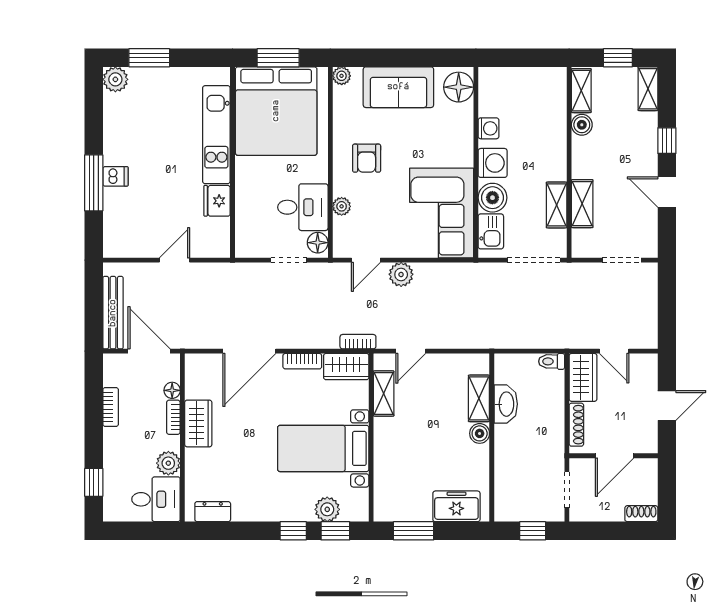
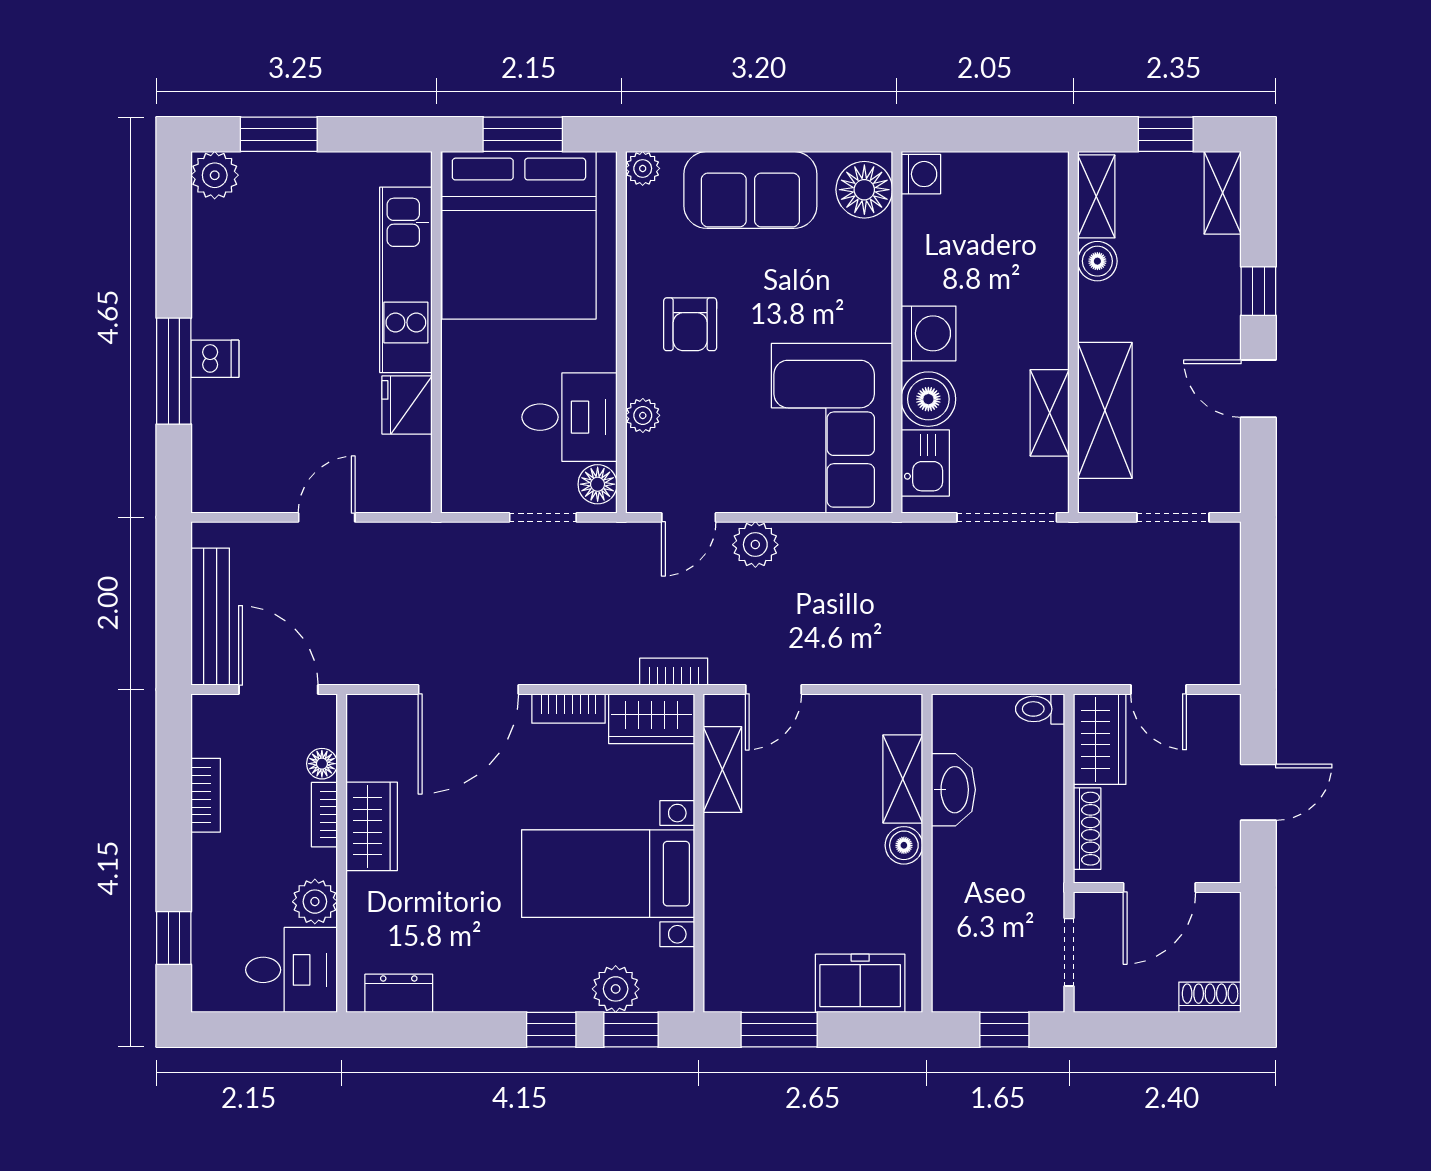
washing machine: (489, 128) -> (921, 174), moved
shelving: (582, 204) -> (1105, 410), width x1.50, depth x1.33

